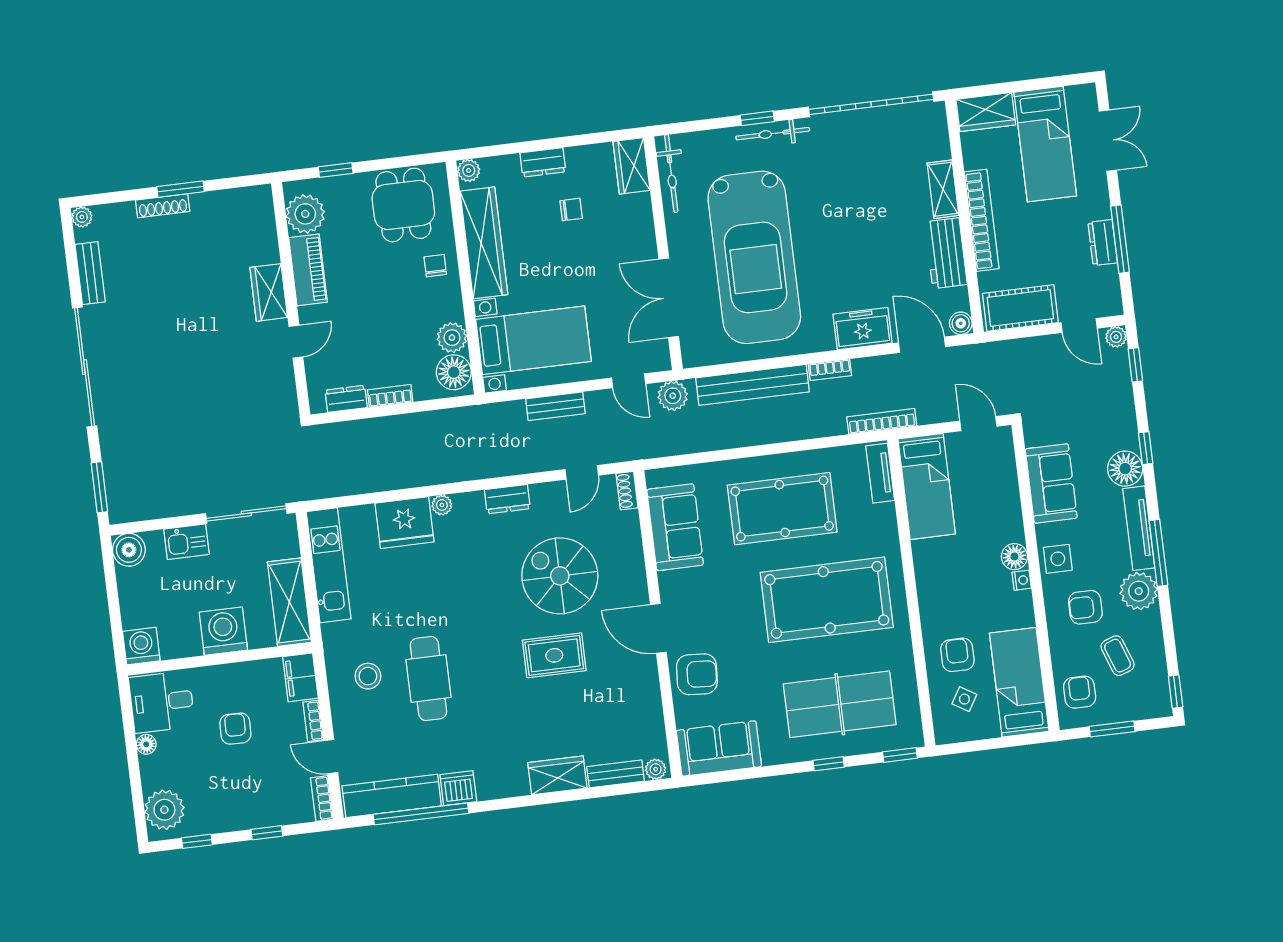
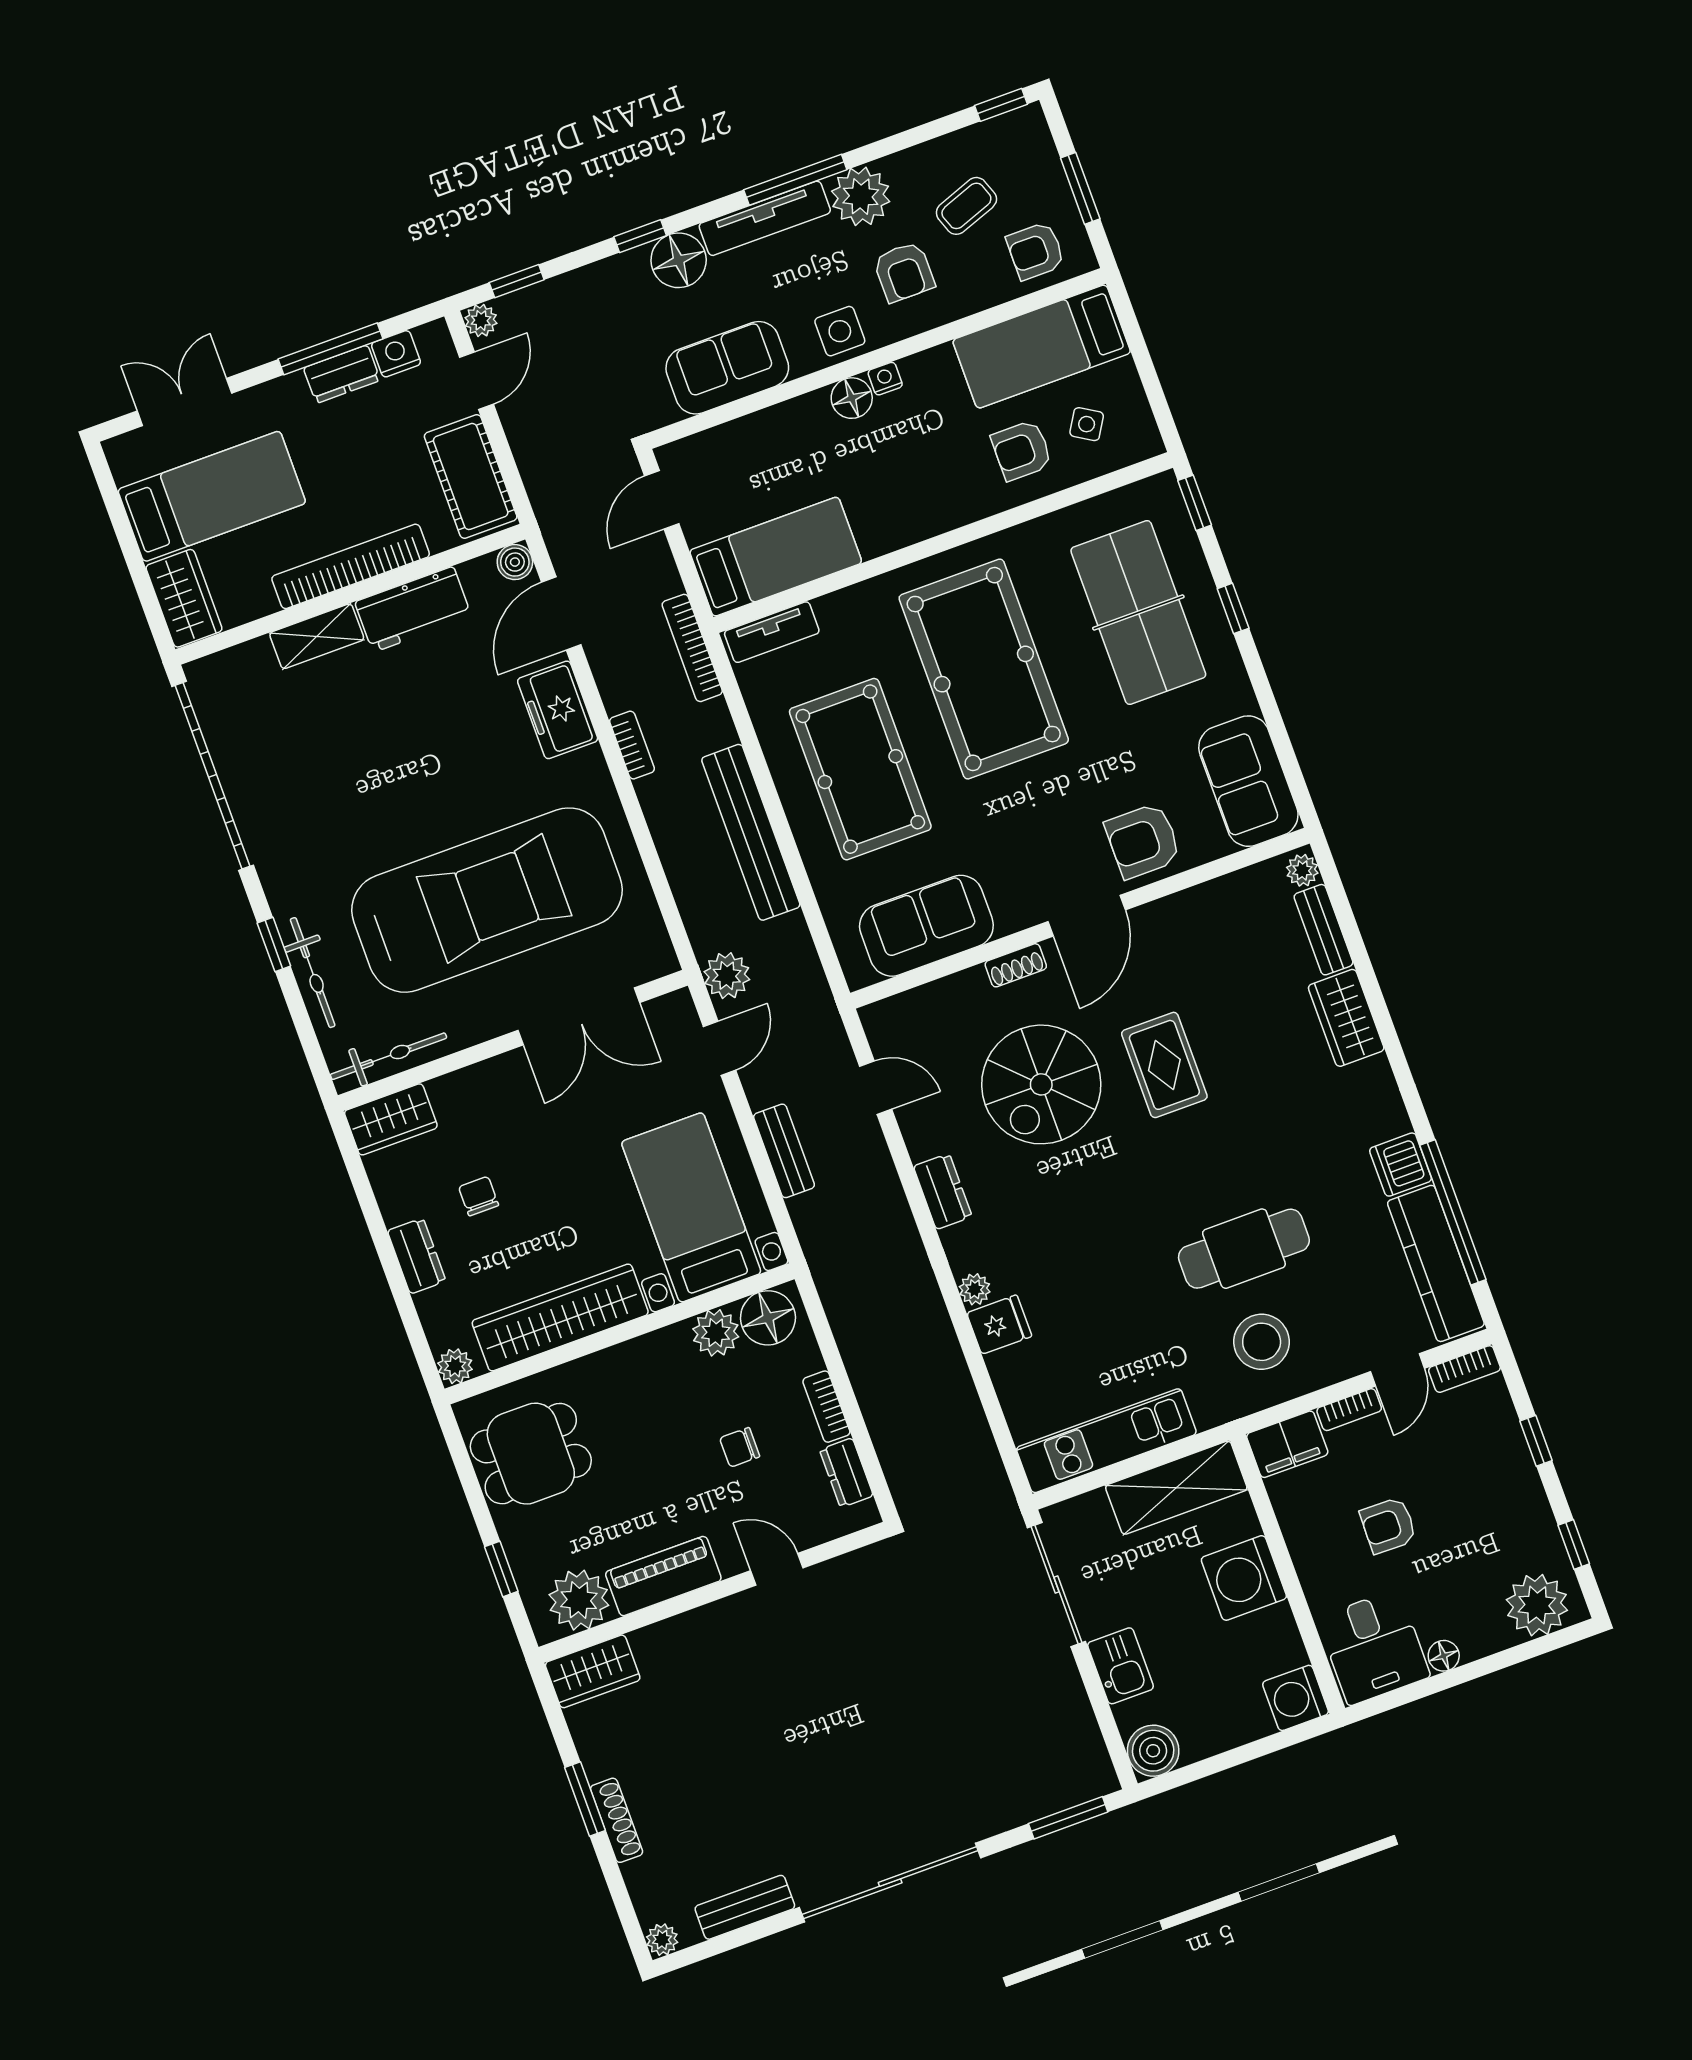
bicycle: (773, 134) -> (313, 973), moved
chair: (435, 266) -> (740, 1447), moved
nightstand: (1108, 279) -> (396, 354), added
wardrobe: (269, 292) -> (593, 1671), moved
bench: (752, 385) -> (751, 832), moved
shoe rack: (627, 491) -> (1016, 965), moved
fridge: (404, 523) -> (999, 1325), width x0.53, depth x0.75
armchair: (697, 674) -> (1143, 841), turned -94
stool: (368, 676) -> (1262, 1342), width x1.38, depth x1.38

